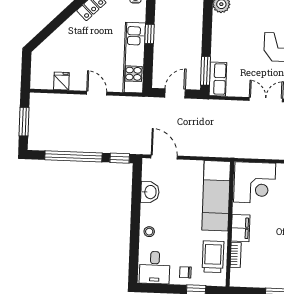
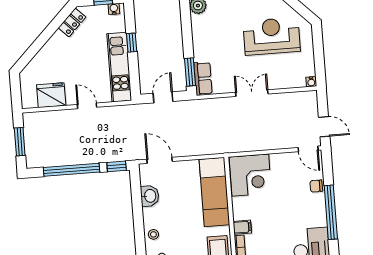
fridge: (61, 81) -> (51, 95), width x1.88, depth x1.34
filing cabinet: (241, 228) -> (242, 227), width x0.50

